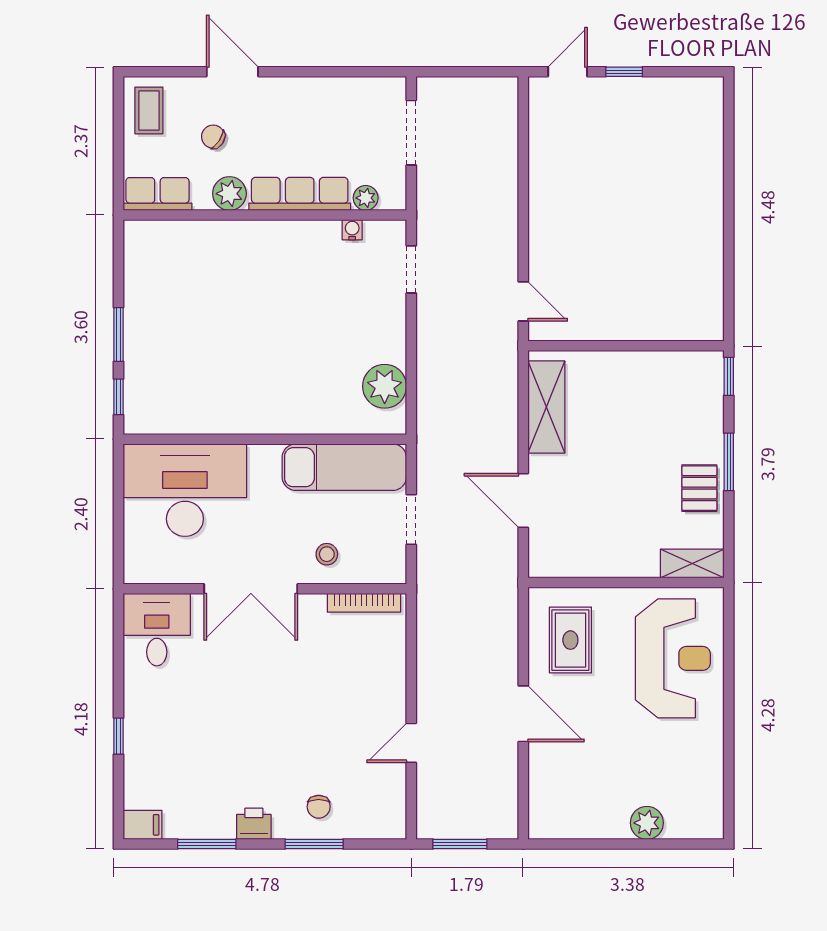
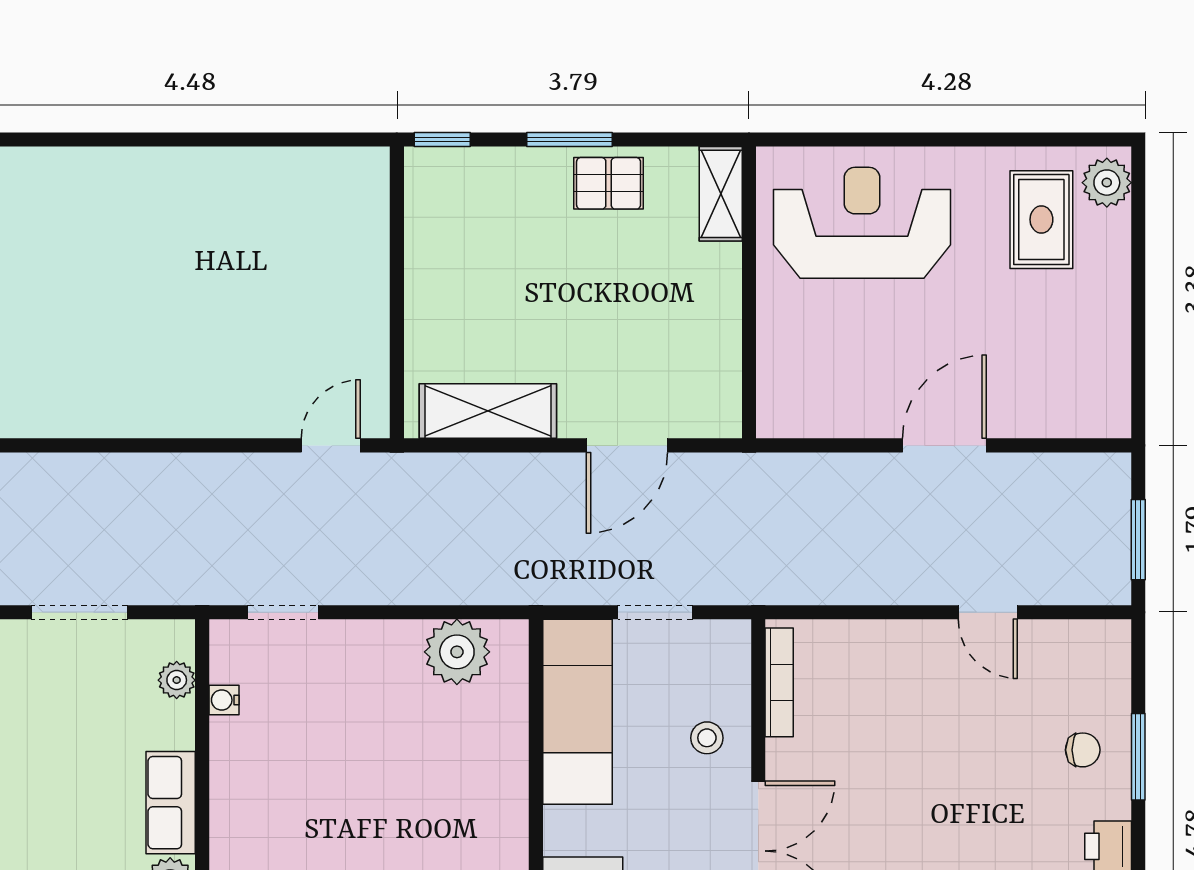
row of seats: (300, 194) -> (171, 803), width x0.68
rug: (570, 640) -> (1041, 220), moved, turned 90
plant: (647, 823) -> (1107, 183), moved

